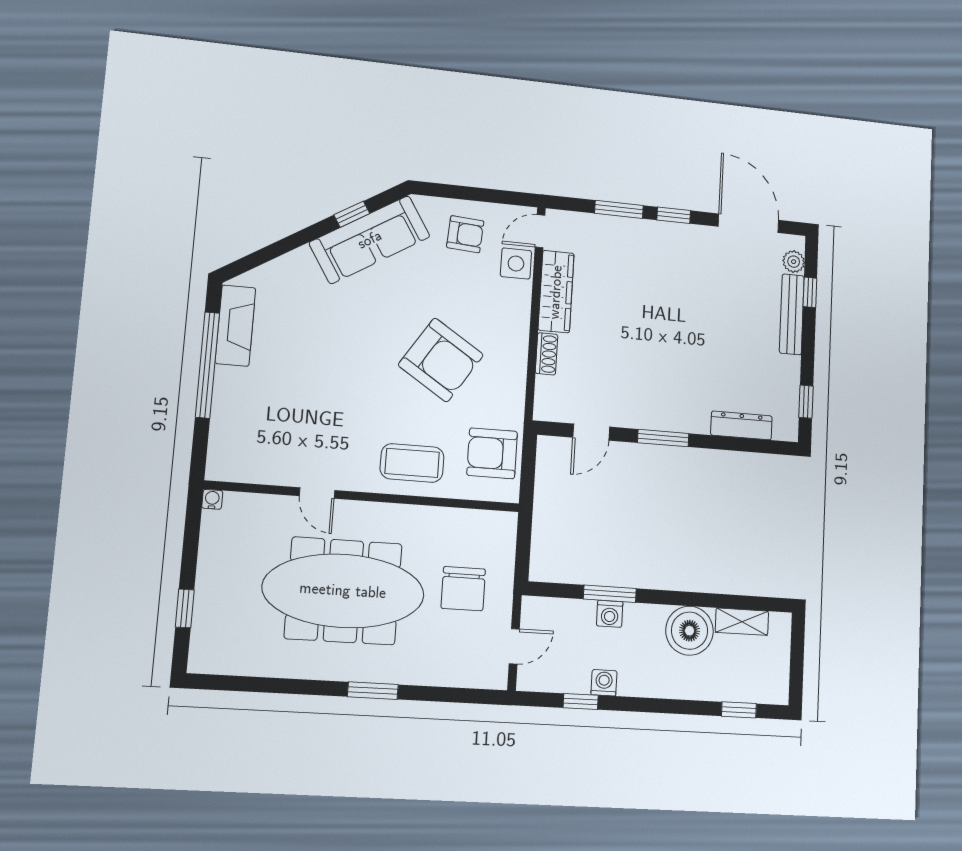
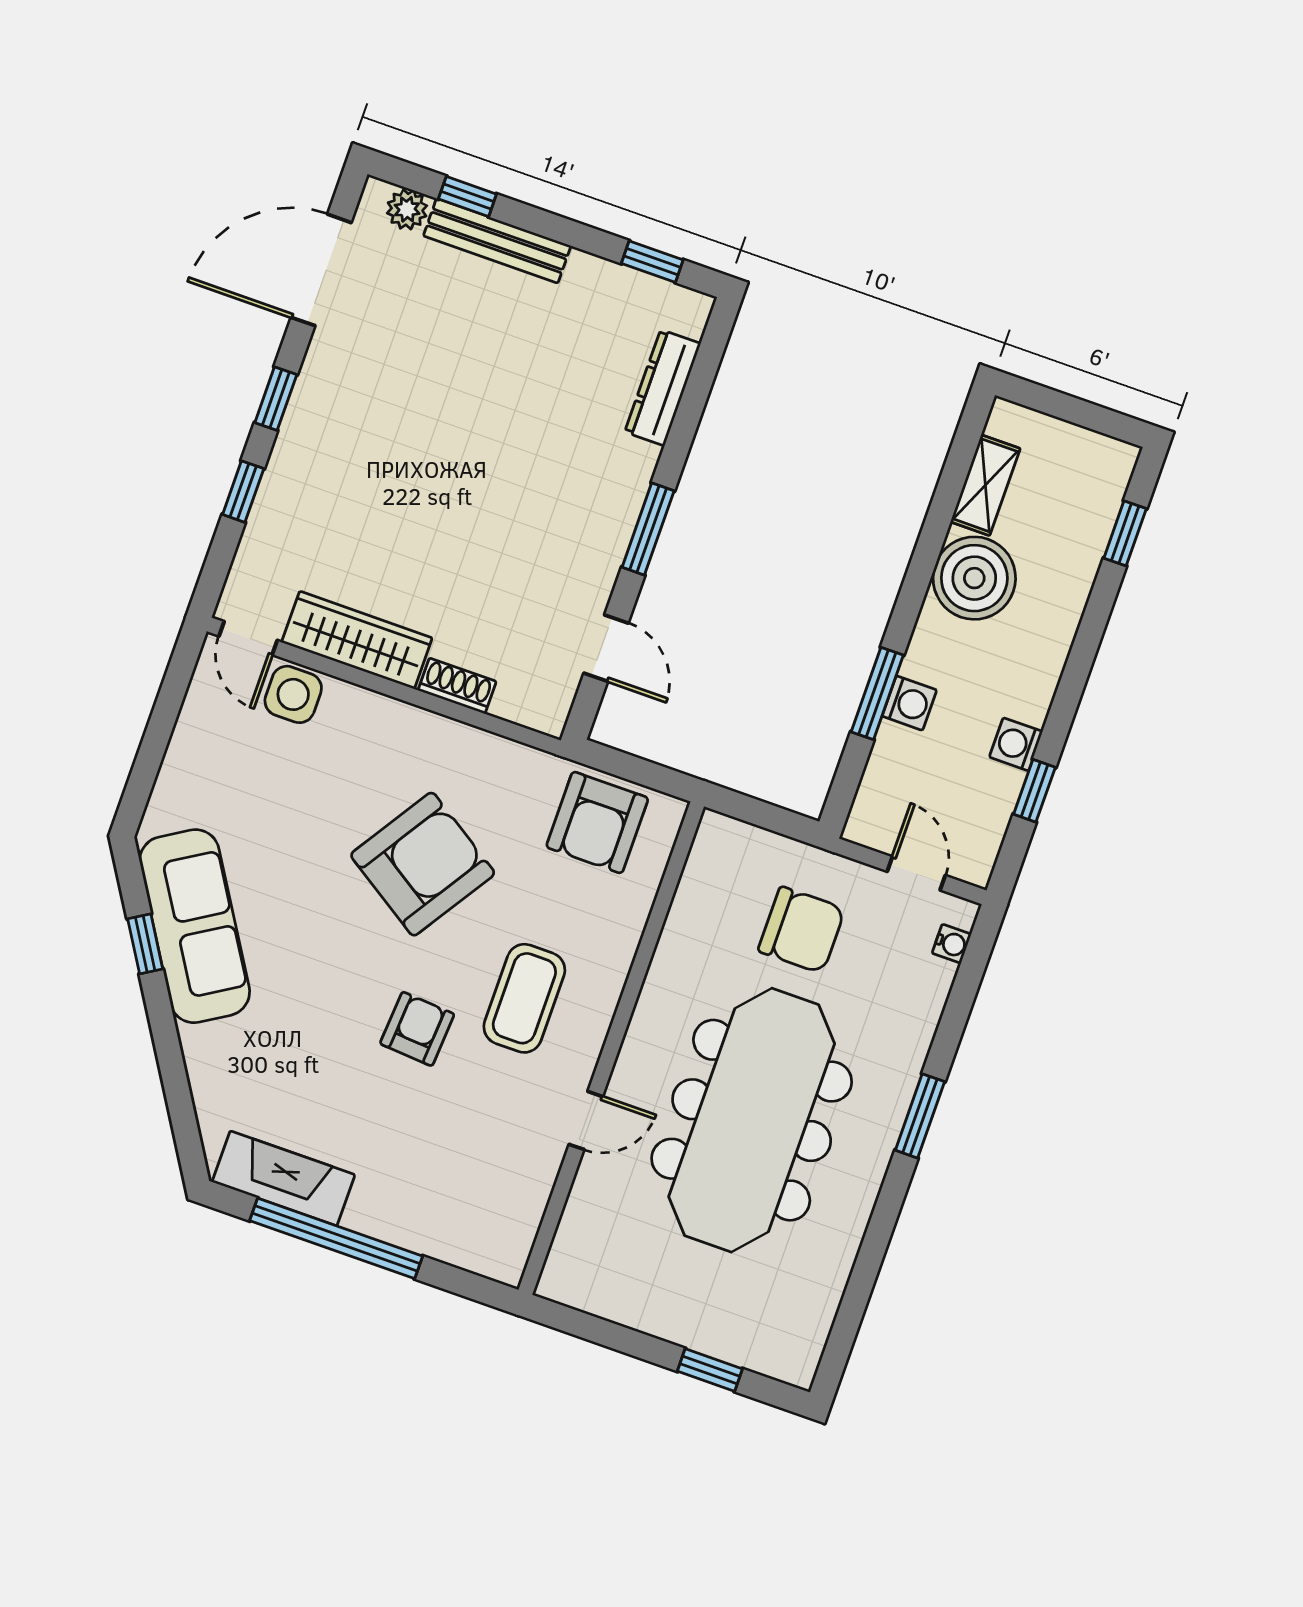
window: (619, 209) -> (243, 492), width x0.67
armchair: (465, 234) -> (417, 1029), moved
coffee table: (412, 463) -> (524, 998), moved
water cooler: (212, 499) -> (952, 944), moved, turned 180

